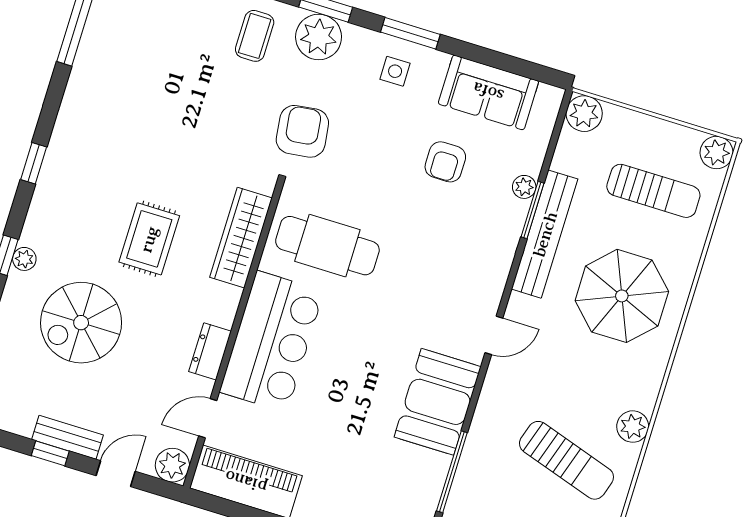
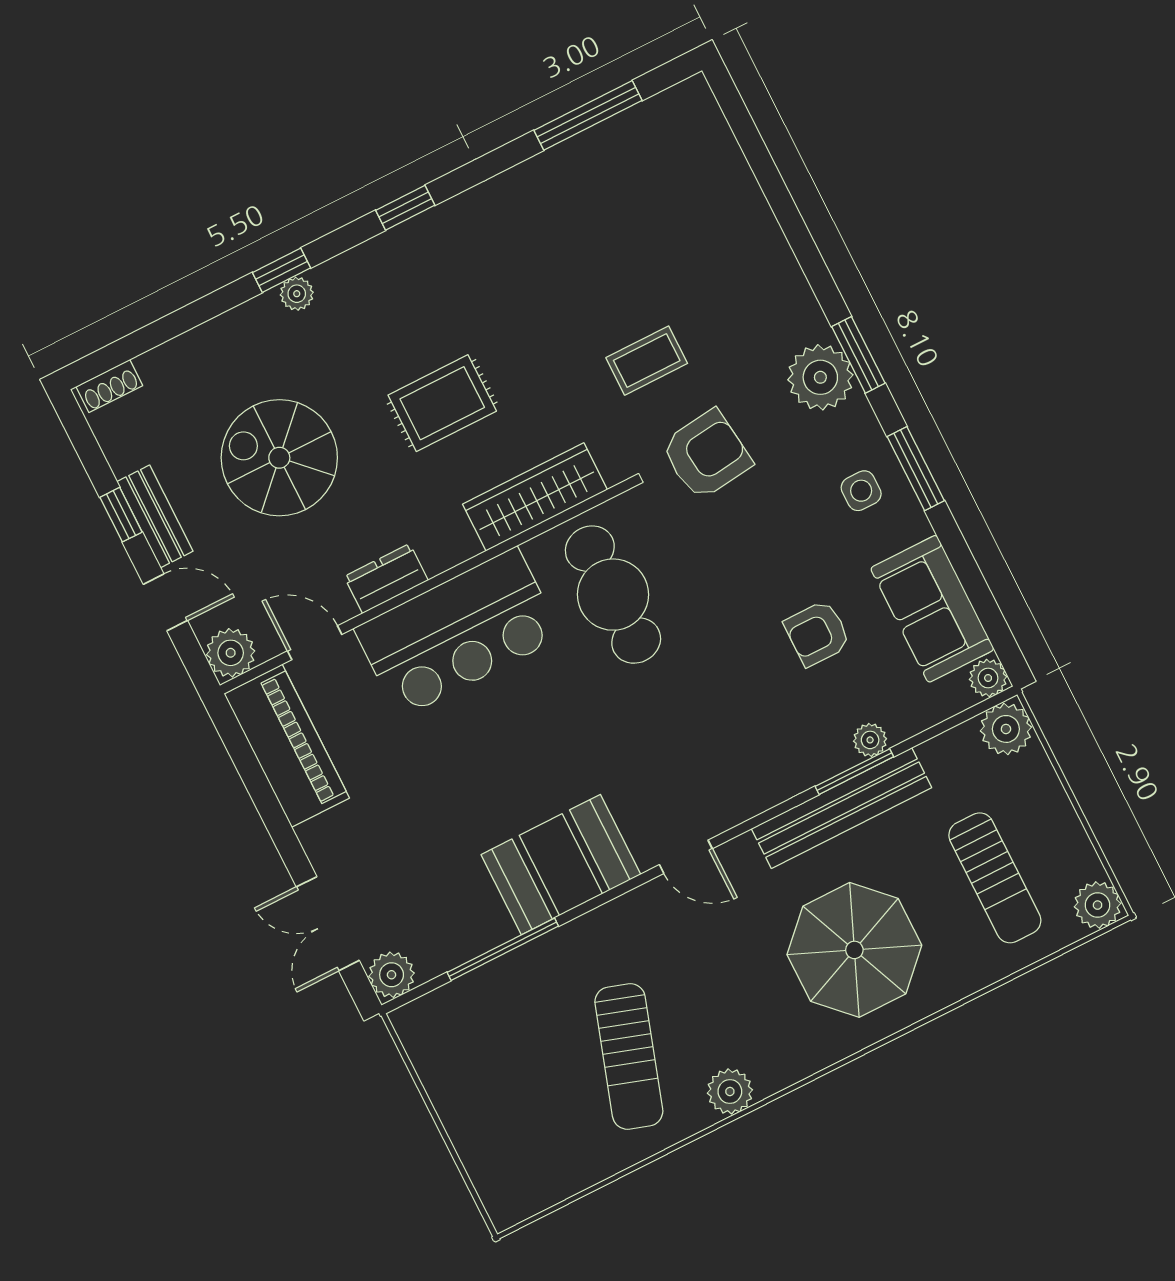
coffee table: (255, 36) -> (647, 361), moved
plant: (550, 98) -> (988, 678), added
spiral stairs: (81, 323) -> (279, 458), moved

